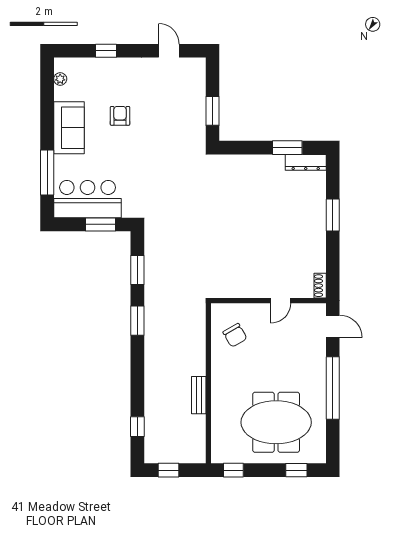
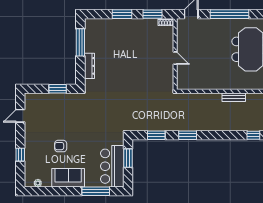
window: (287, 148) -> (80, 42), width x1.44
dresser: (306, 162) -> (89, 66), moved
window: (333, 264) -> (152, 14), added
door: (281, 301) -> (175, 58), moved
chair: (235, 335) -> (197, 75), removed

